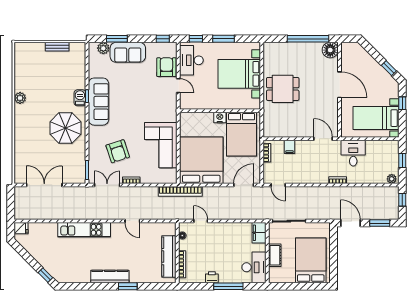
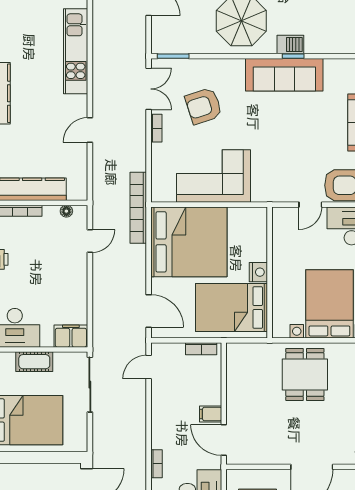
door: (323, 139) -> (224, 440), swing flipped
filing cabinet: (289, 147) -> (211, 414), moved

